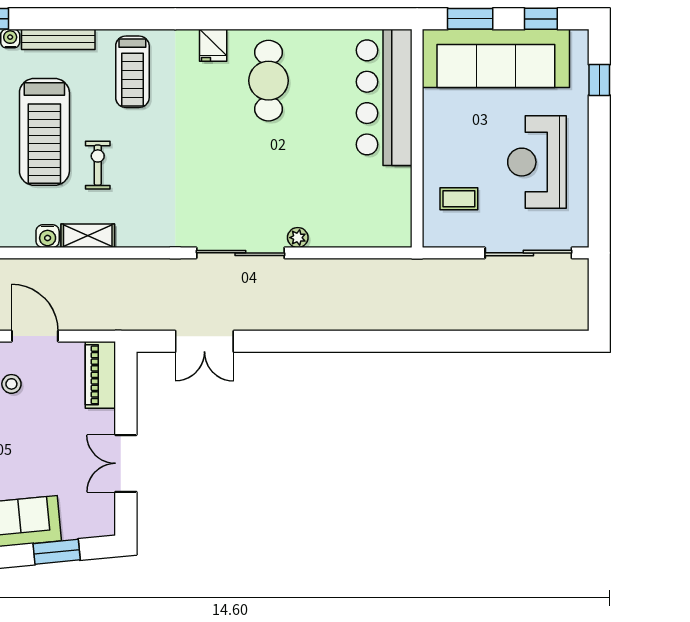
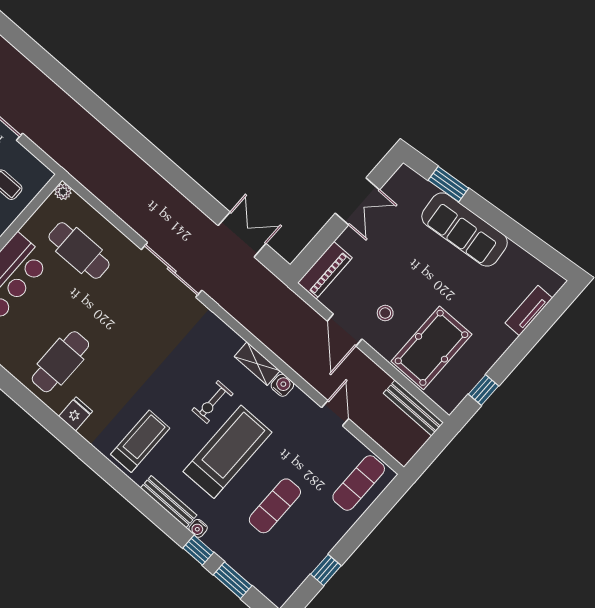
cafe table: (340, 197) -> (79, 251), added
plant: (298, 238) -> (63, 192), moved

